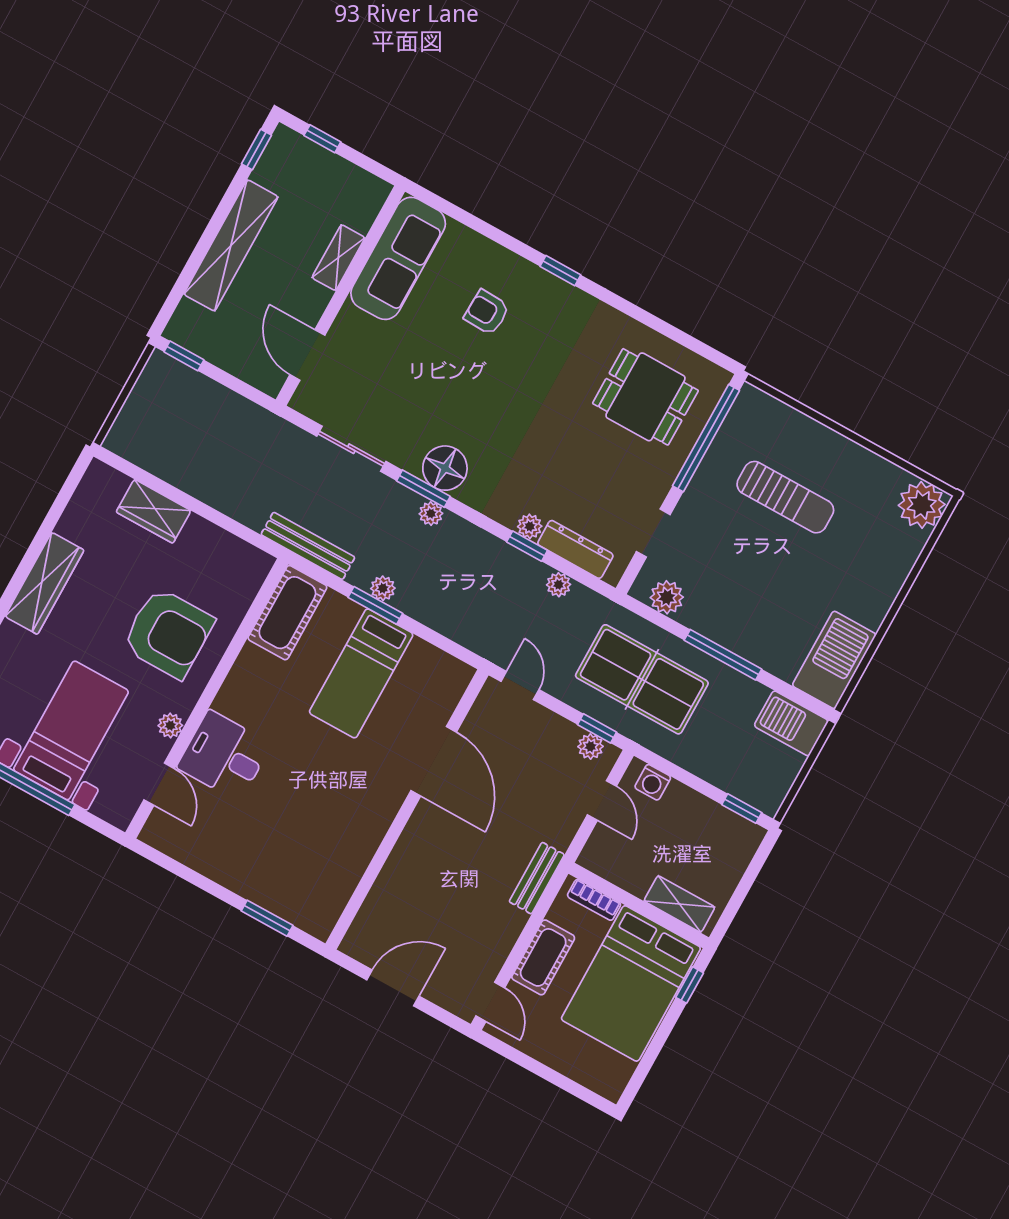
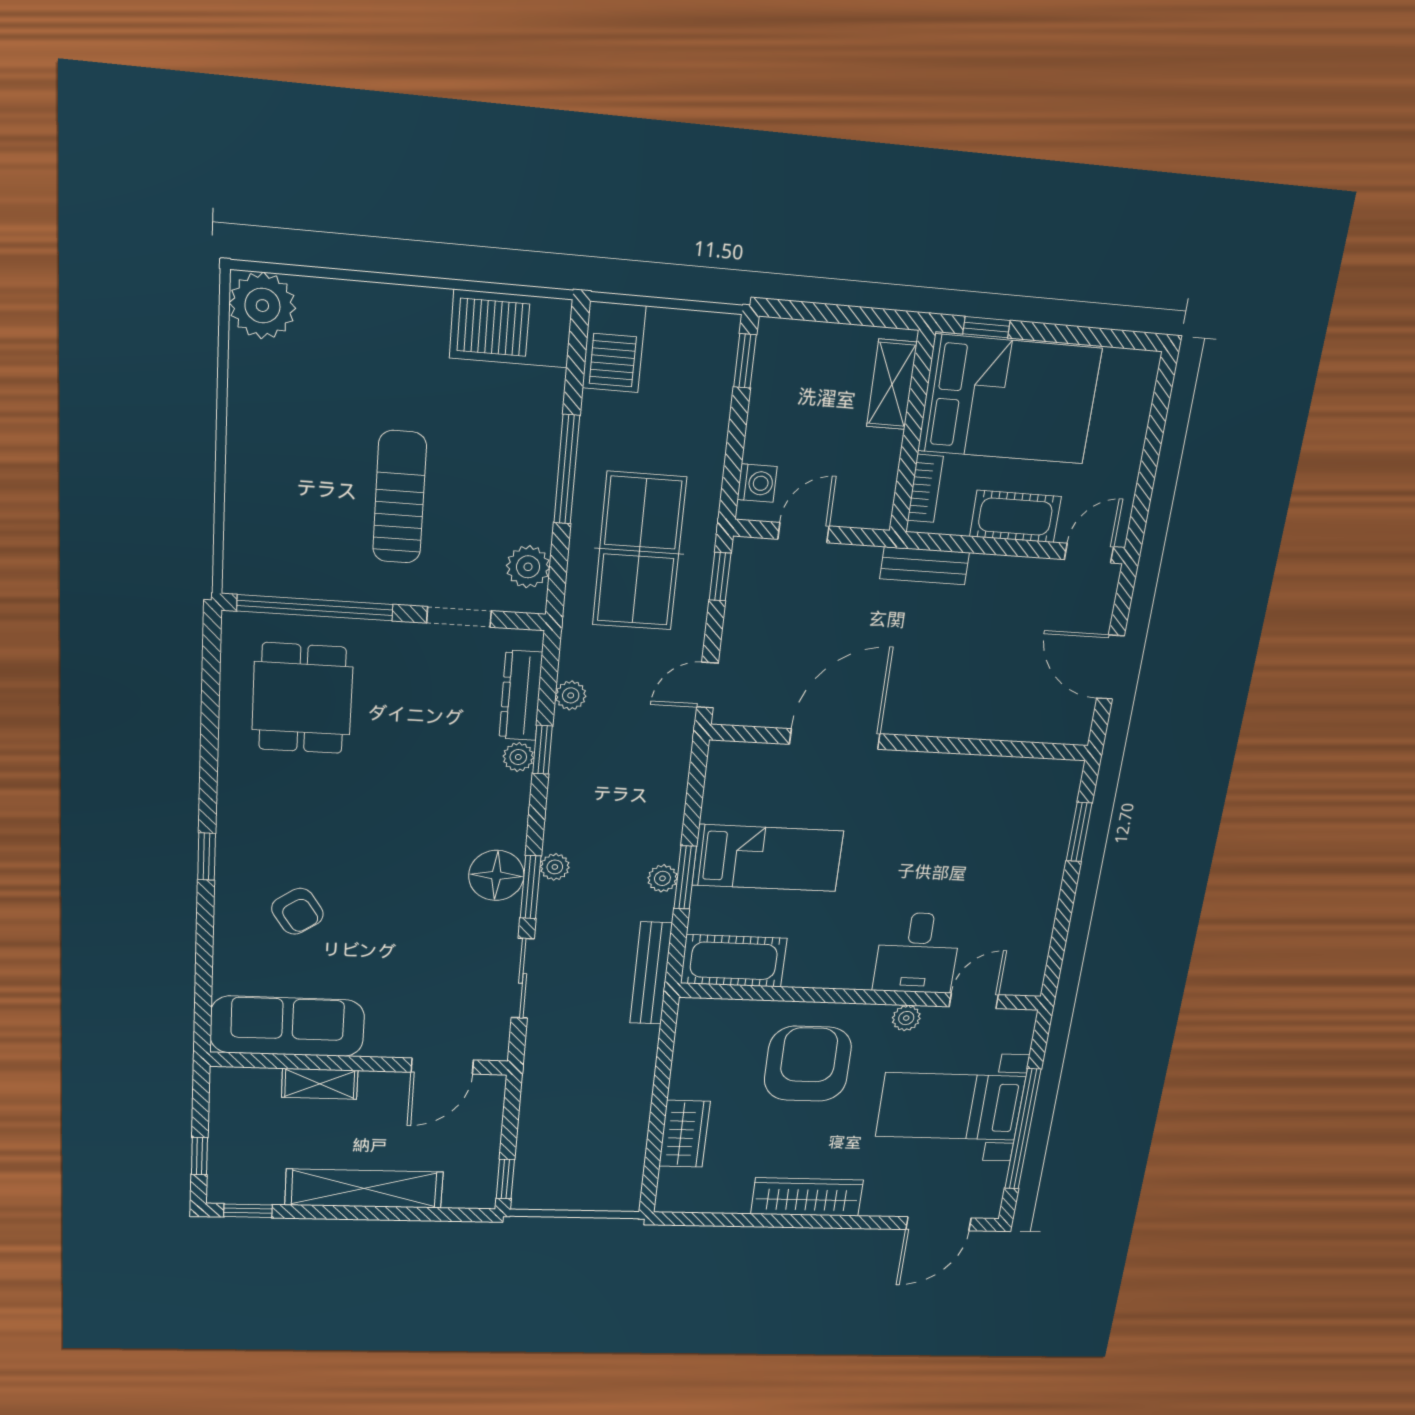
armchair: (487, 312) -> (297, 911), turned -36
sun lounger: (785, 497) -> (400, 497), moved
plant: (591, 747) -> (745, 574), removed

